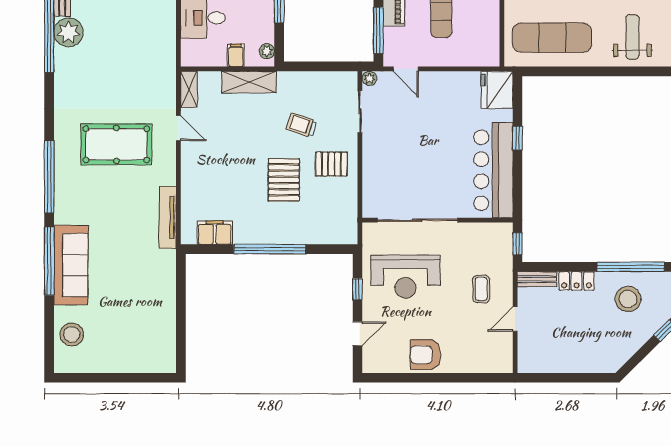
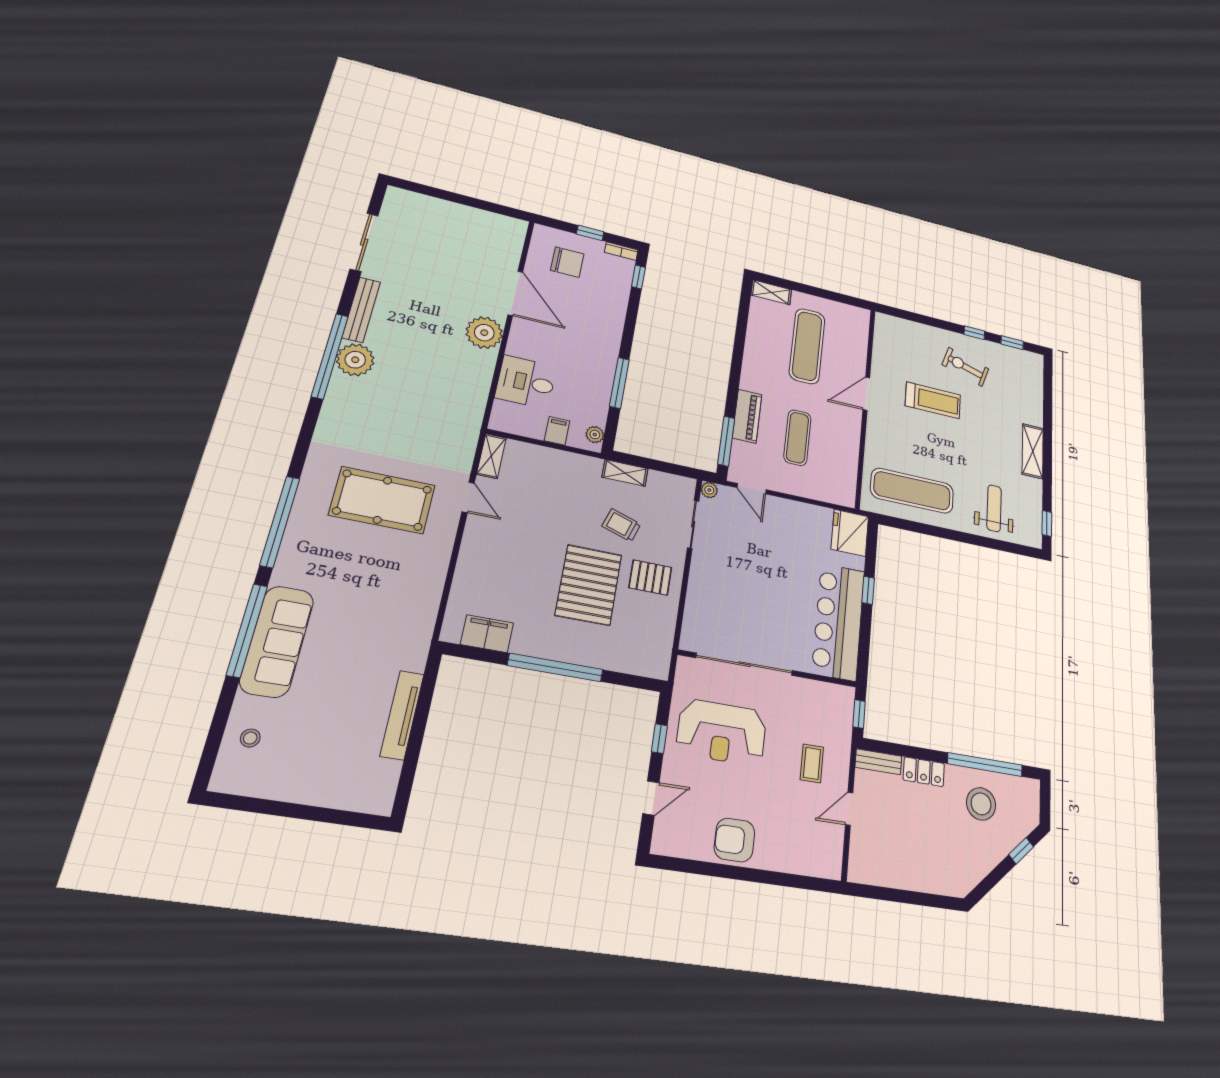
shelving: (249, 82) -> (625, 473), moved, width x0.67, depth x0.75
pallet: (284, 180) -> (589, 585), width x1.37, depth x1.41
tv unit: (168, 217) -> (402, 715), moved
stool: (72, 334) -> (250, 738), width x0.53, depth x0.53

